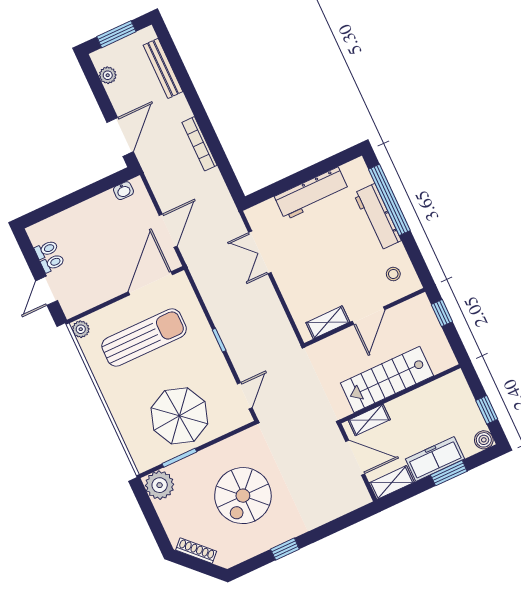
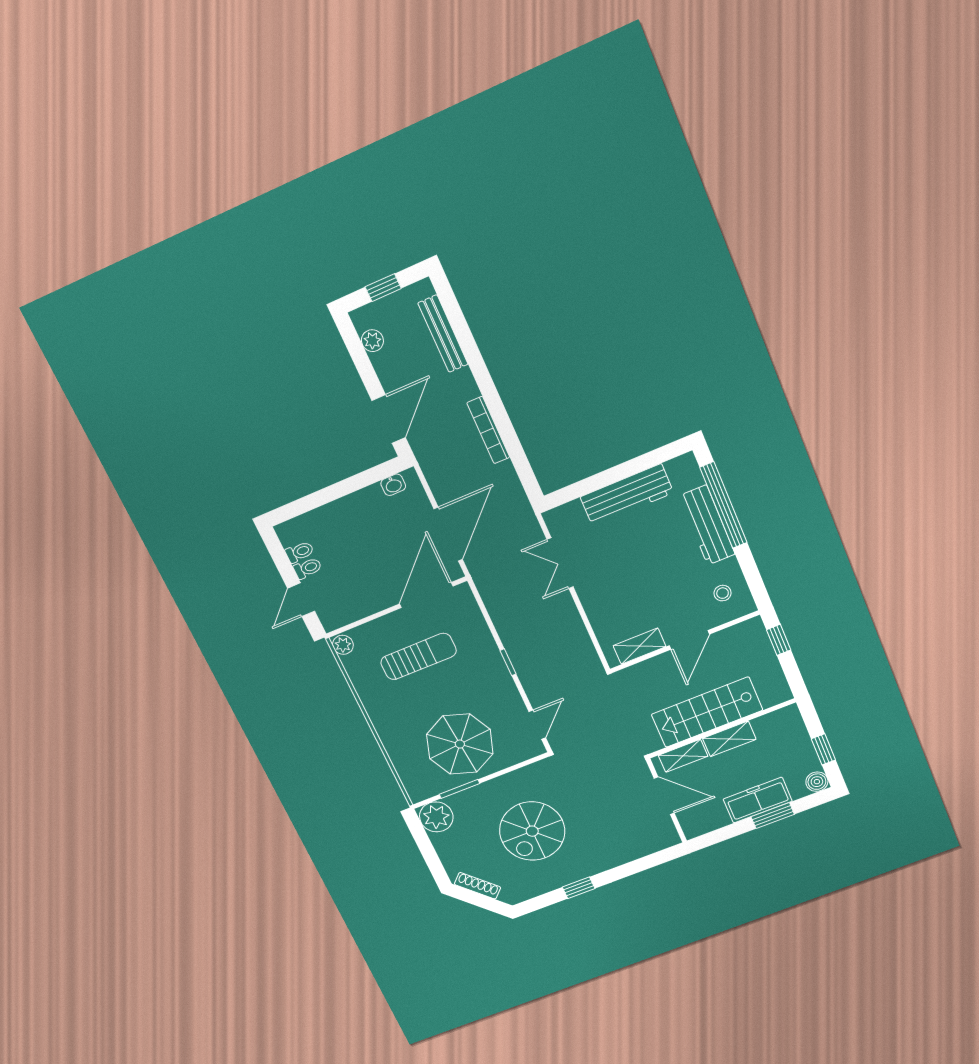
window: (116, 34) -> (383, 288), width x0.67
door: (168, 231) -> (448, 534), width x1.36
sun lounger: (144, 337) -> (419, 656), width x0.73, depth x0.75
shelving: (392, 483) -> (729, 739), moved

